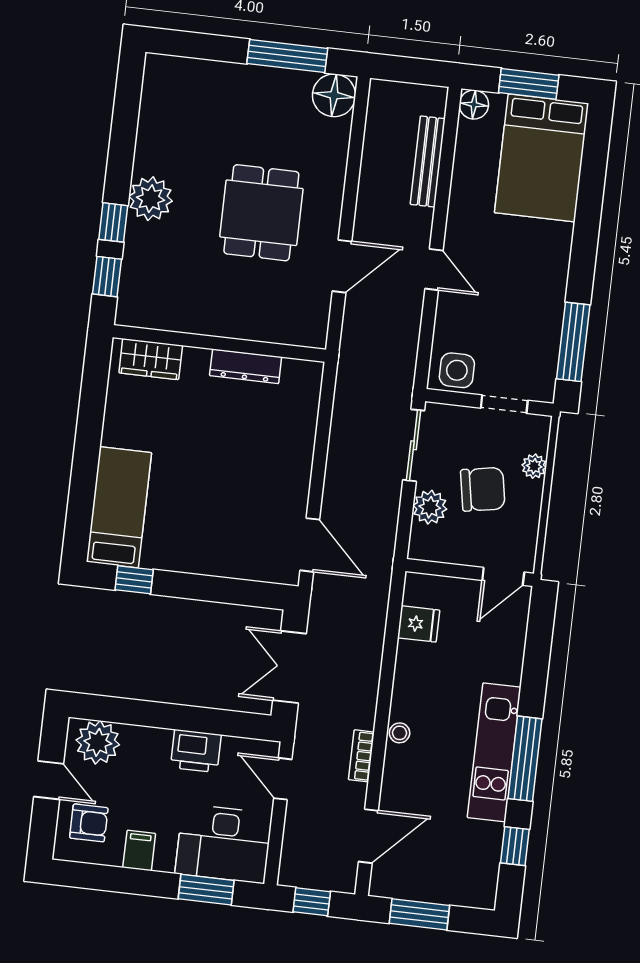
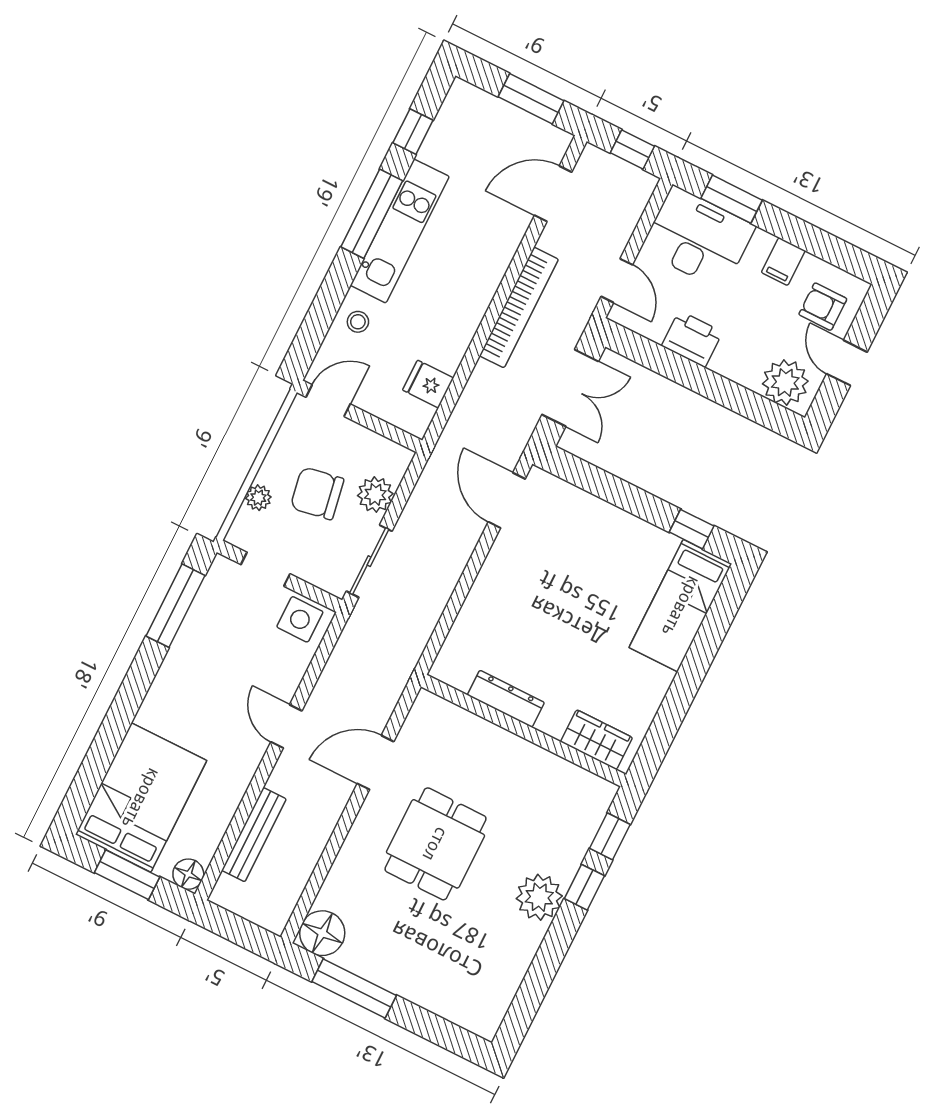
stool: (400, 733) -> (358, 322), moved
bookcase: (361, 756) -> (519, 307), width x2.31, depth x1.31

